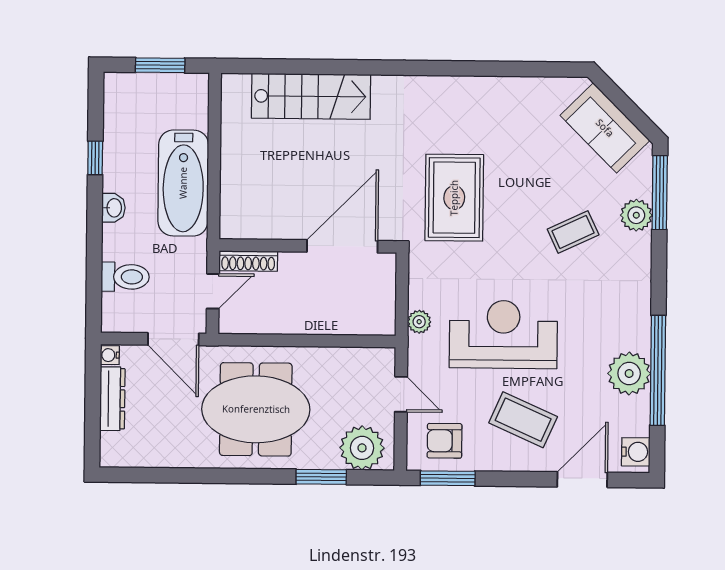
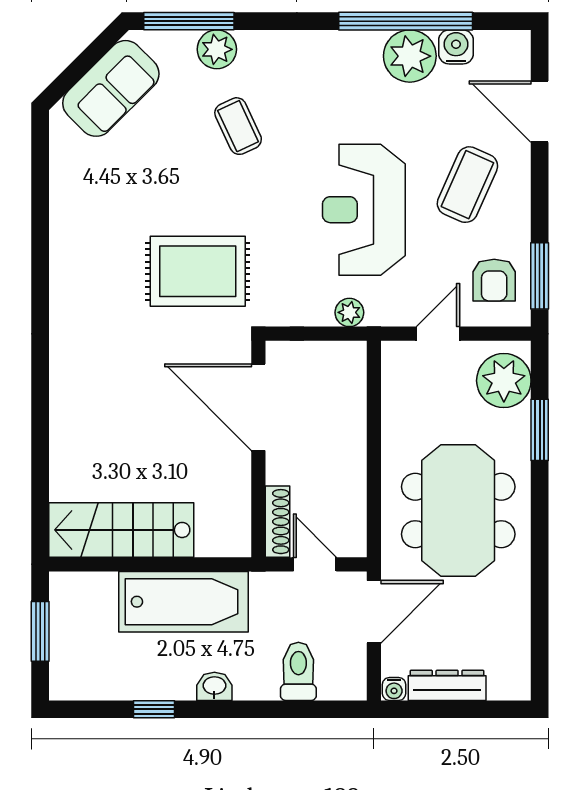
stairs: (311, 96) -> (121, 530), moved, turned -90
water cooler: (636, 452) -> (456, 47), moved

